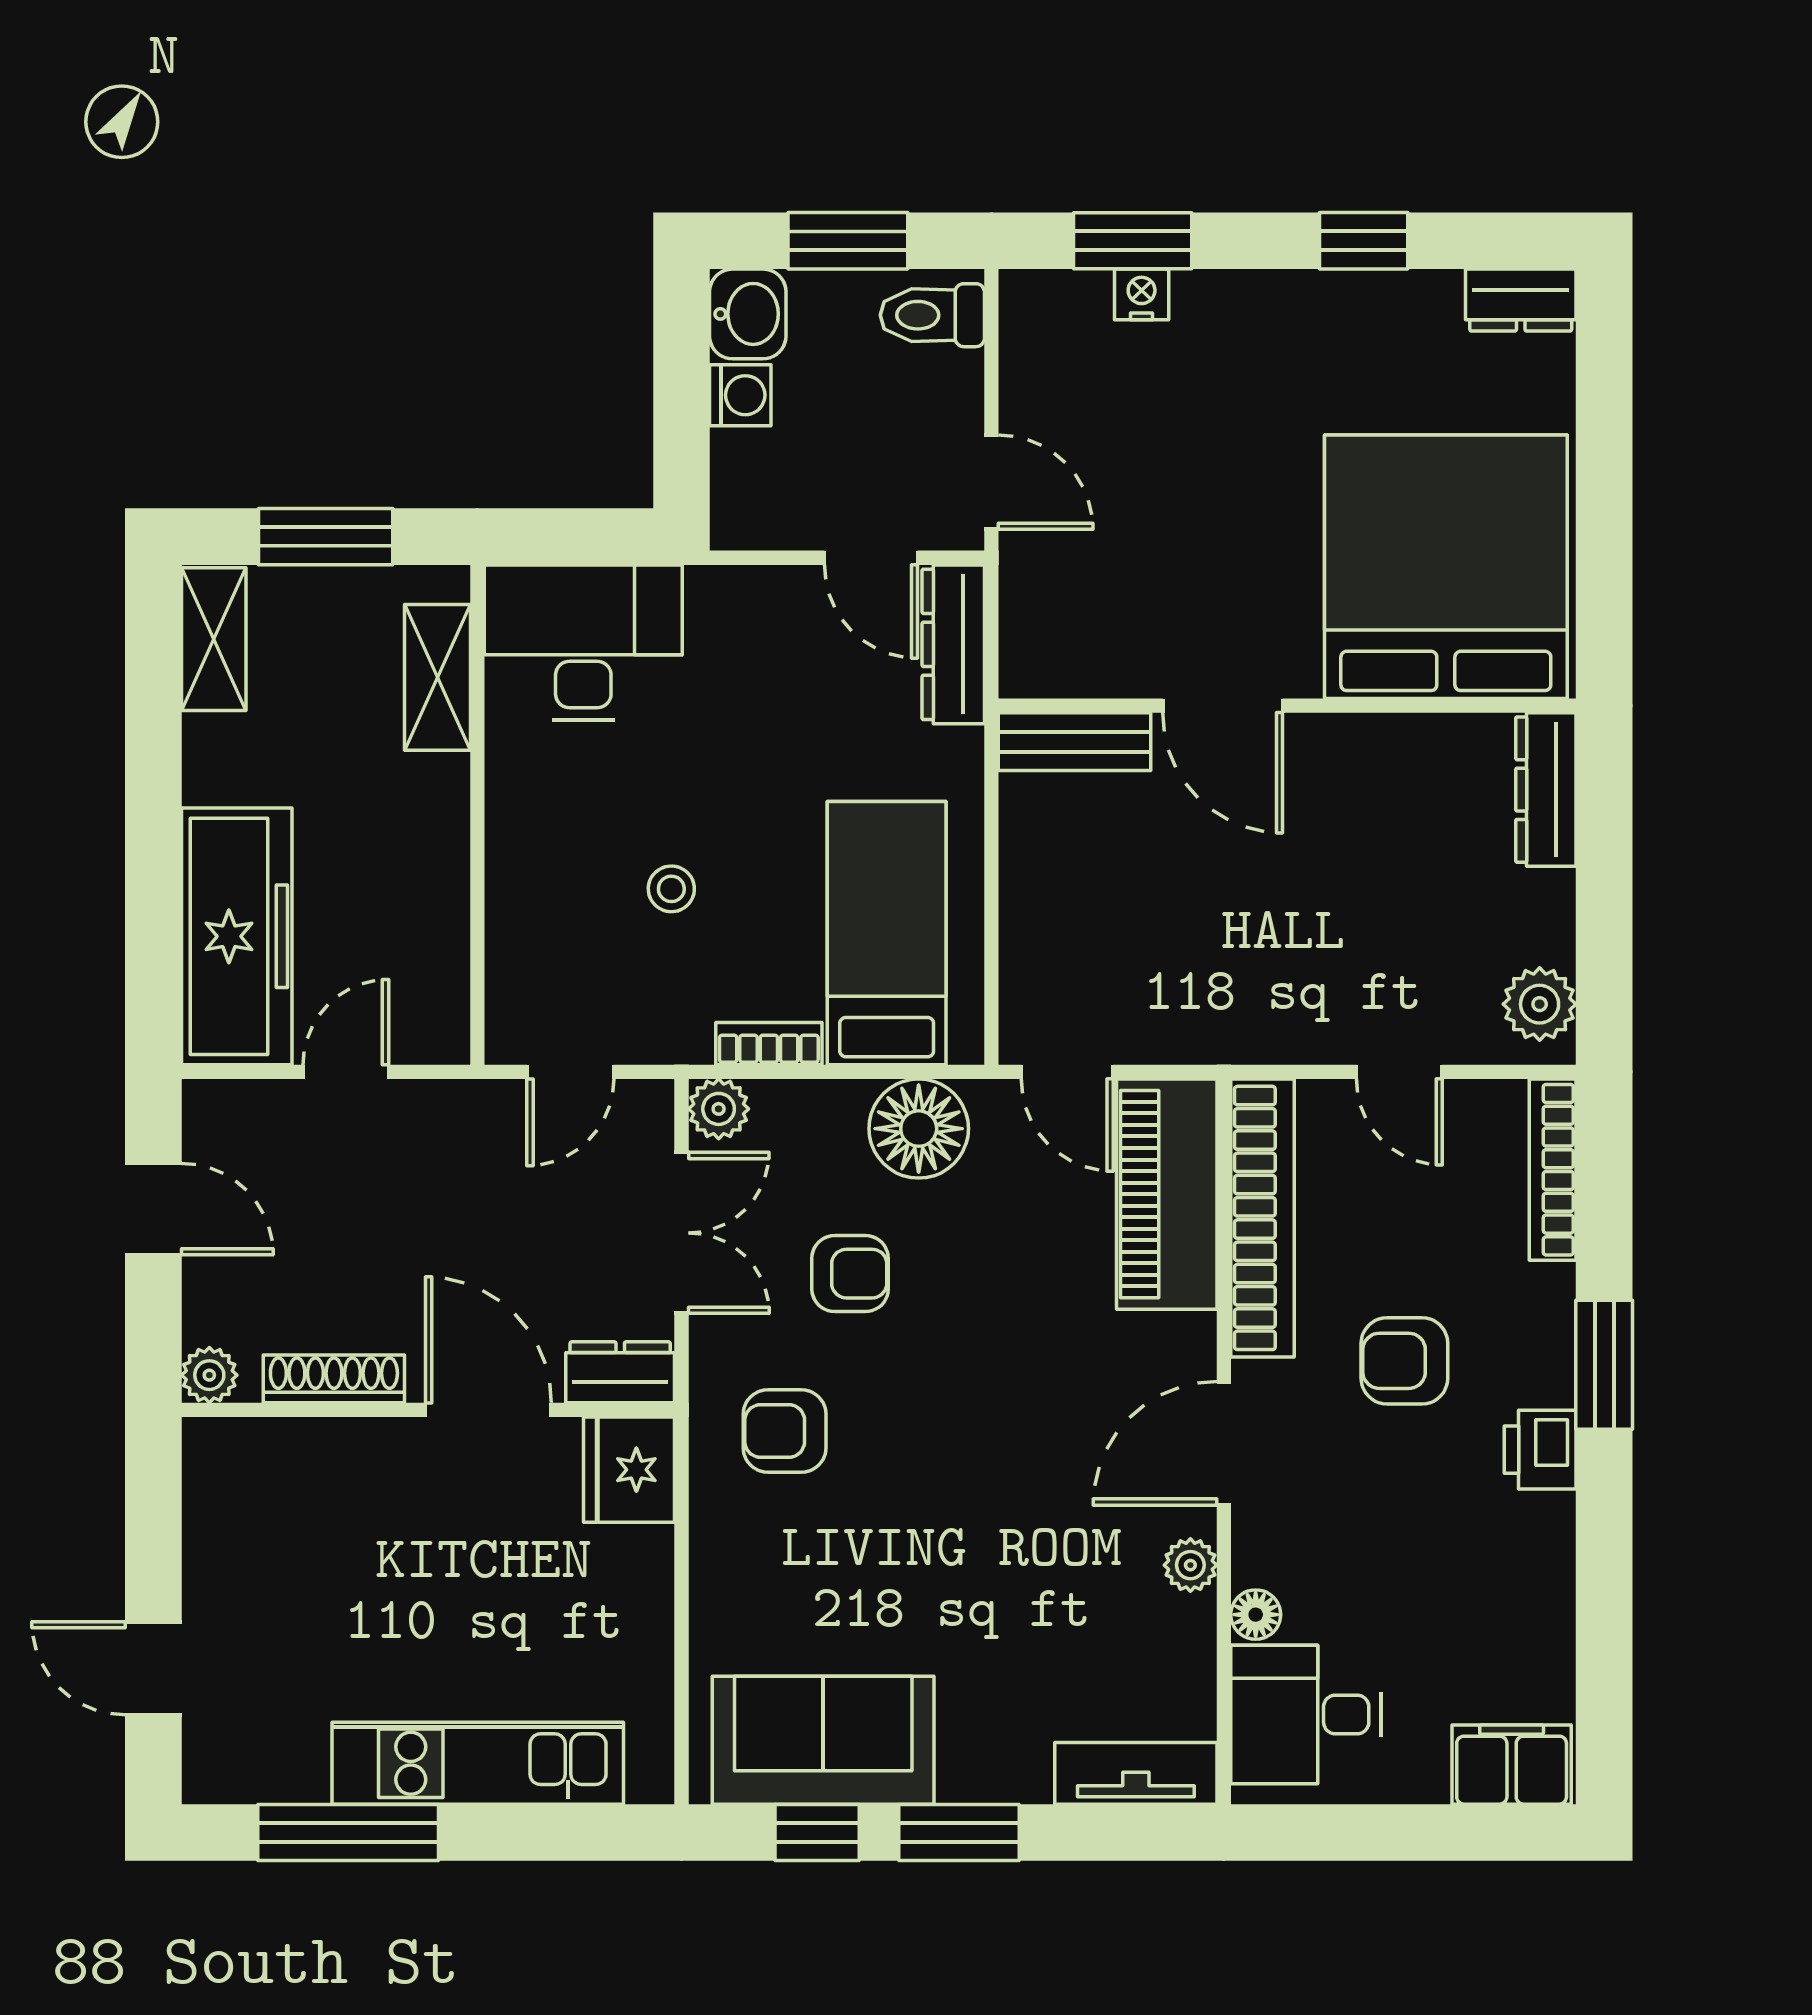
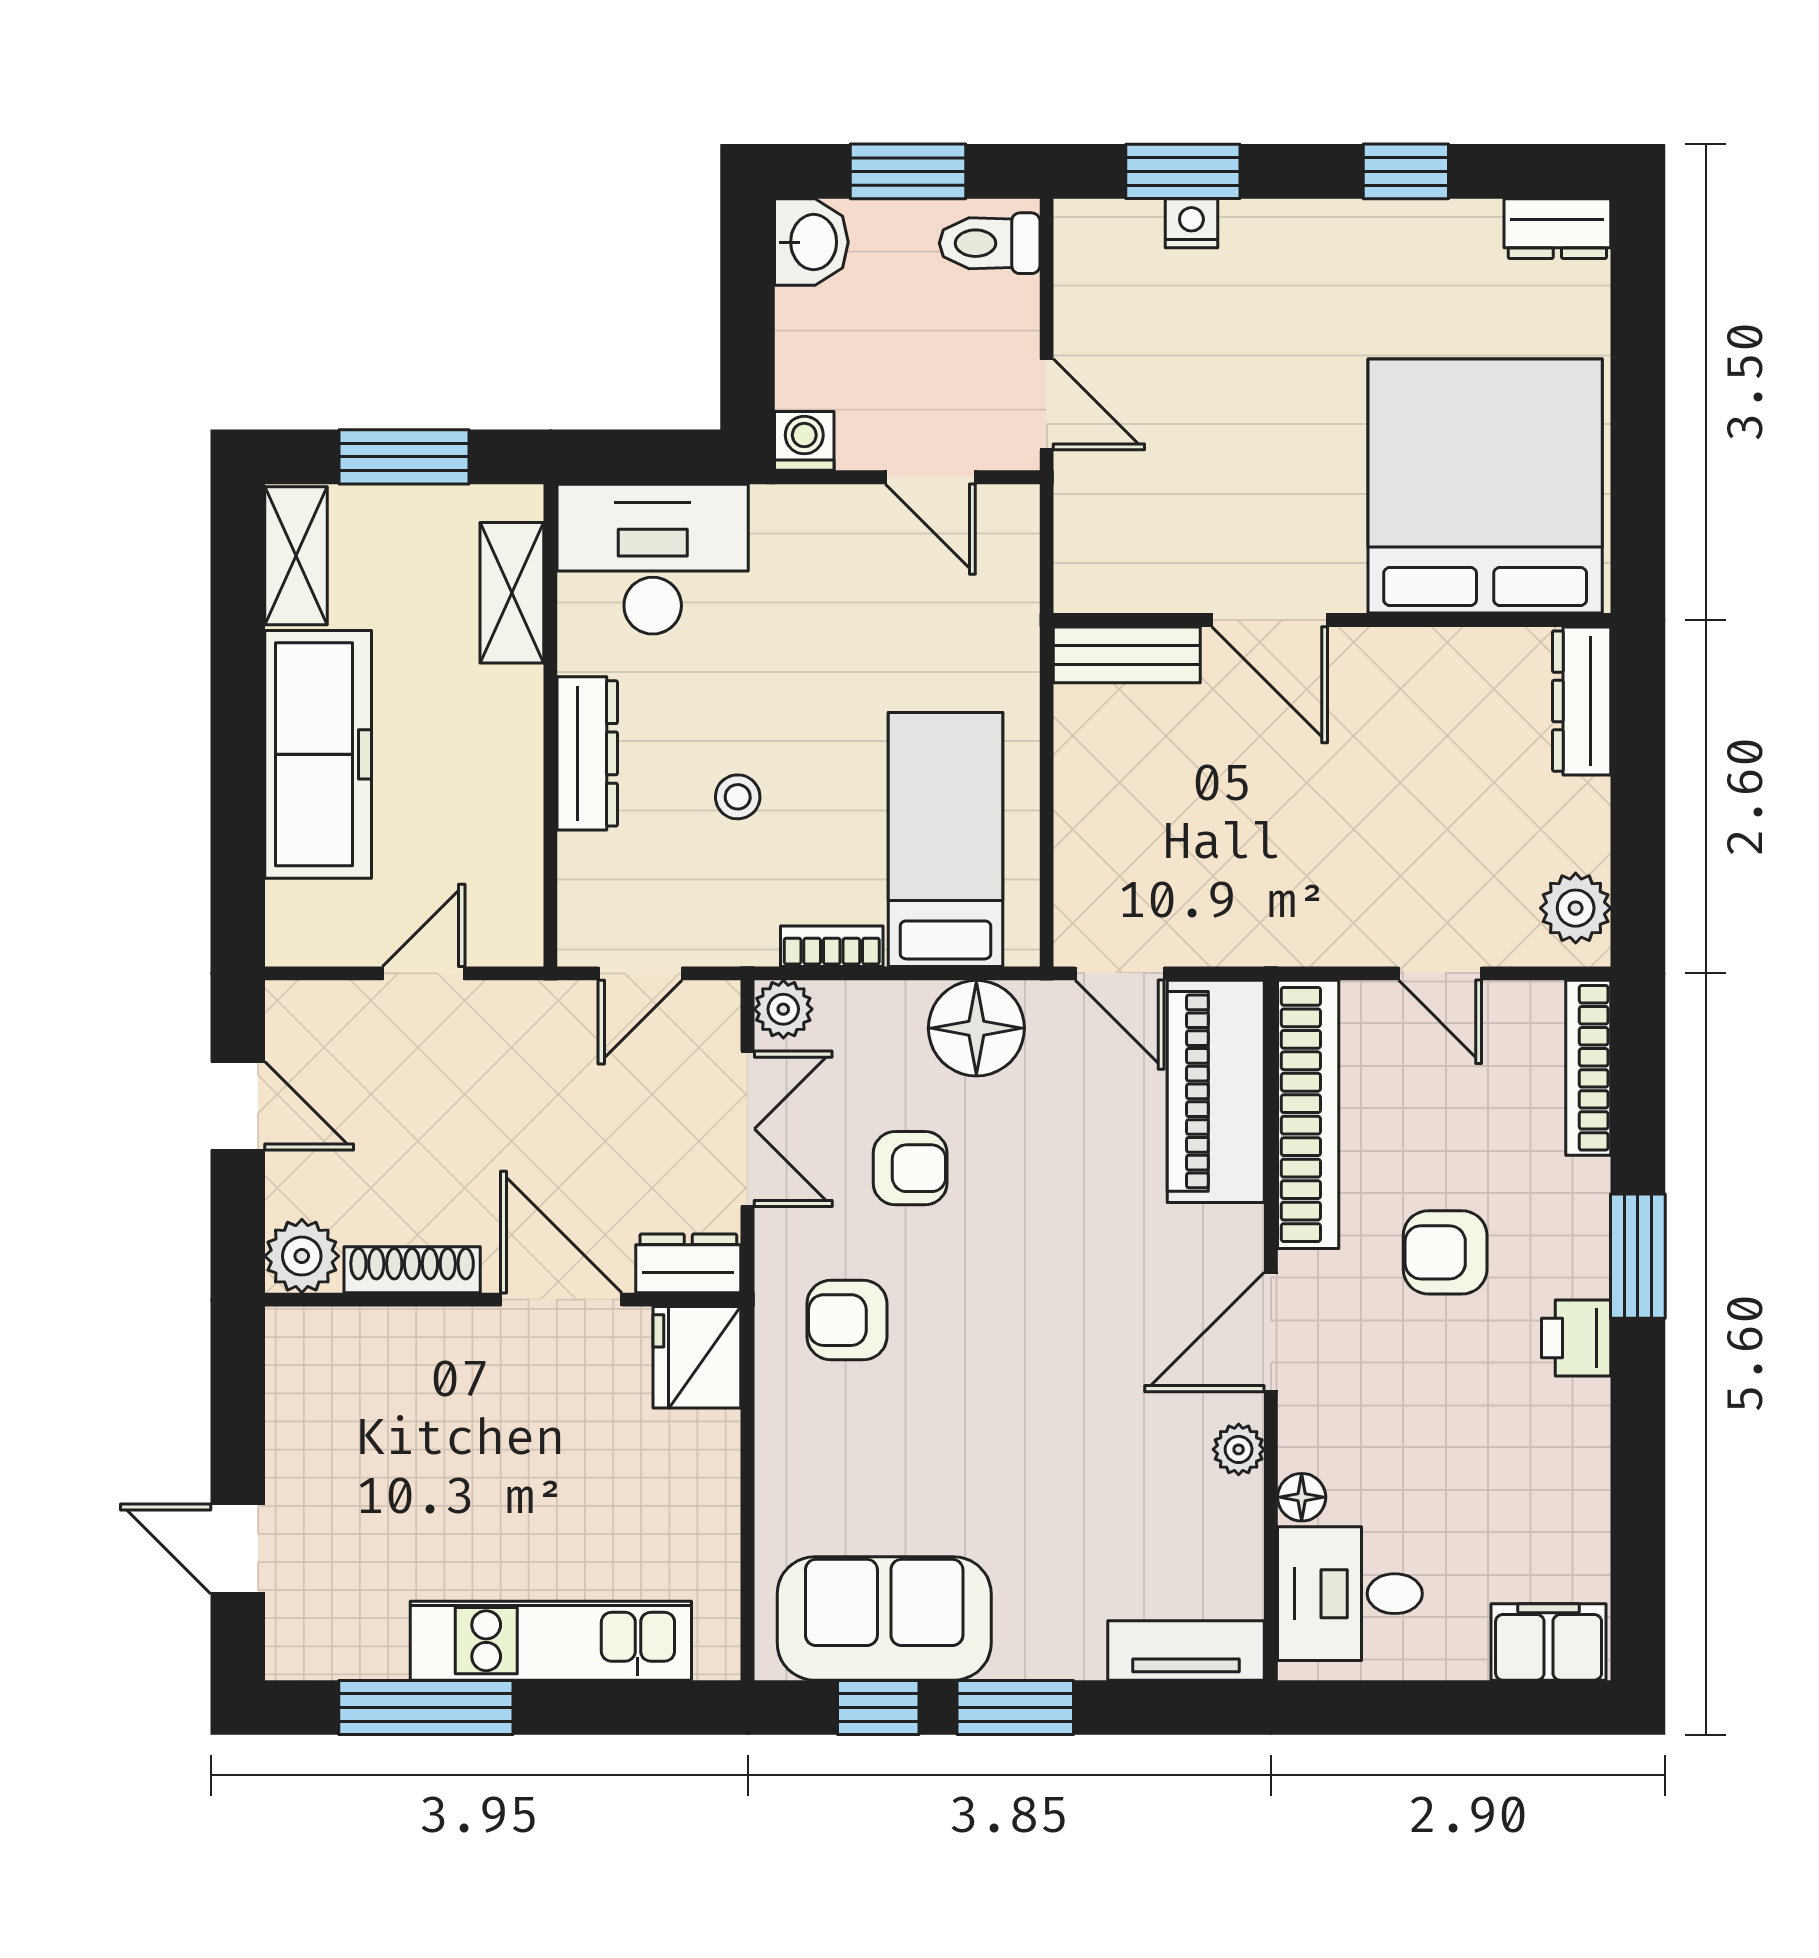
washing machine: (740, 395) -> (804, 441), moved, turned -90
dresser: (953, 644) -> (587, 753), moved, turned 180
freezer: (237, 936) -> (318, 754), moved
plant: (209, 1375) -> (302, 1256), width x1.38, depth x1.38

